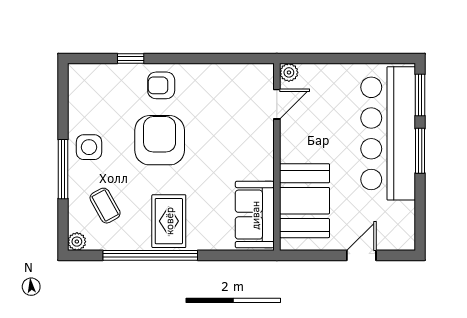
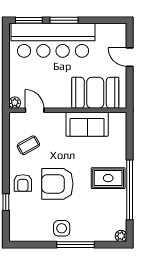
coffee table: (105, 206) -> (28, 145), moved
sofa: (255, 215) -> (87, 124), moved

